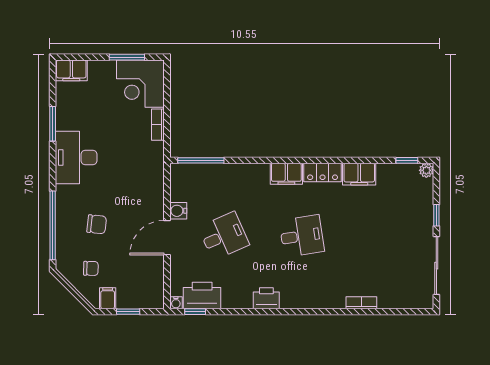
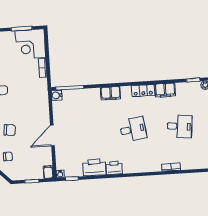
filing cabinet: (286, 174) -> (111, 93), moved
water cooler: (178, 211) -> (57, 95), moved
desk: (224, 236) -> (180, 126), moved, turned 30
printer: (202, 295) -> (94, 167), moved
filing cabinet: (108, 298) -> (48, 172), moved

